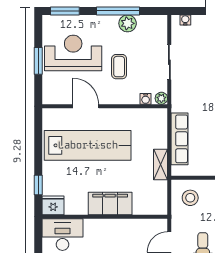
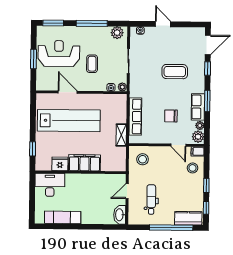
plant: (128, 23) -> (117, 33), moved
fridge: (53, 205) -> (60, 164), moved

